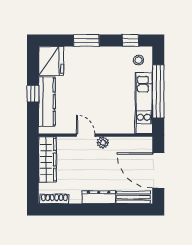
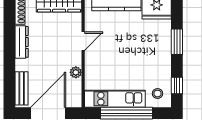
plant: (103, 143) -> (76, 72), moved
dresser: (99, 197) -> (22, 42), moved

